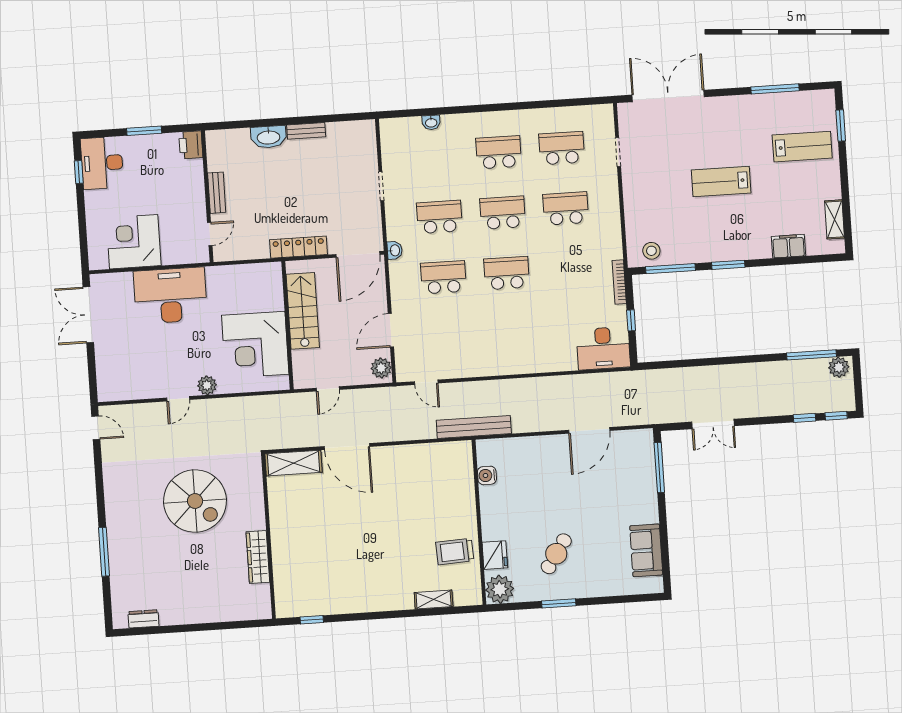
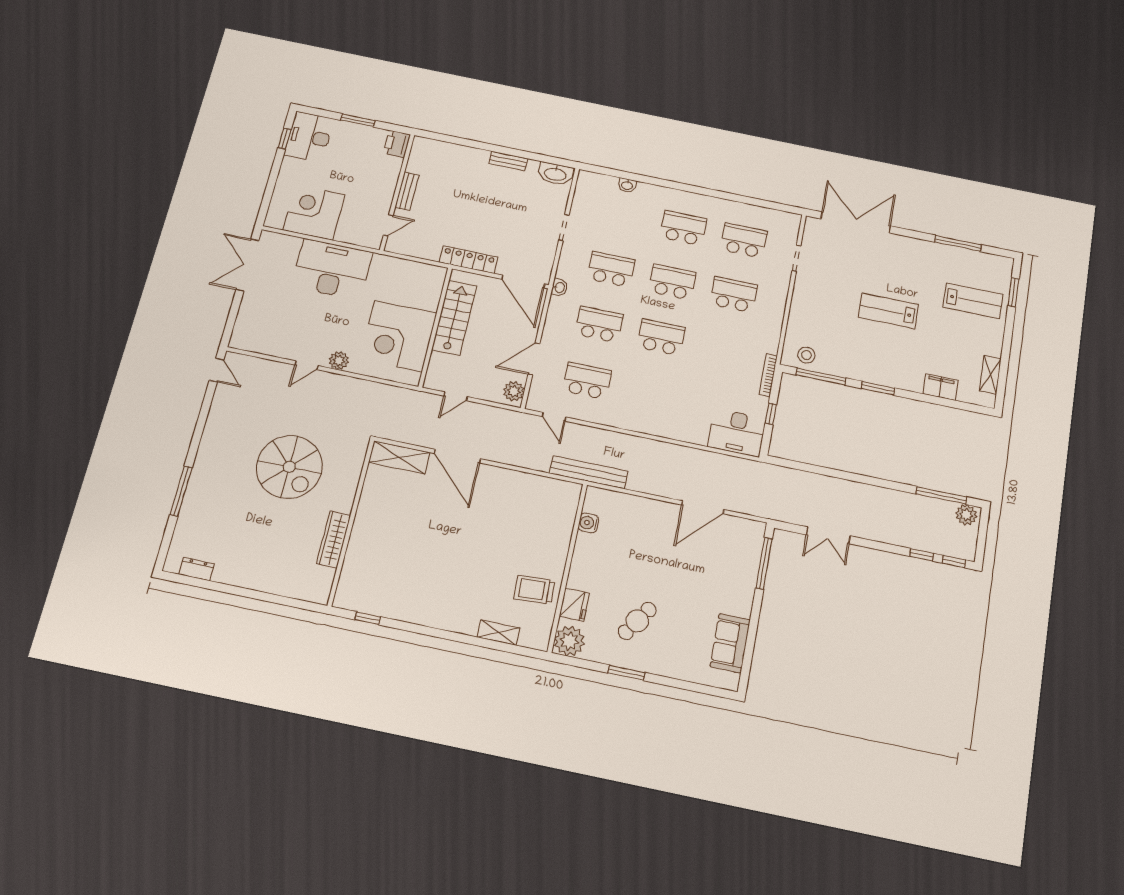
washbasin: (268, 137) -> (555, 174), moved
door: (358, 254) -> (523, 282), hinge flipped
school desk: (447, 338) -> (587, 381), added

